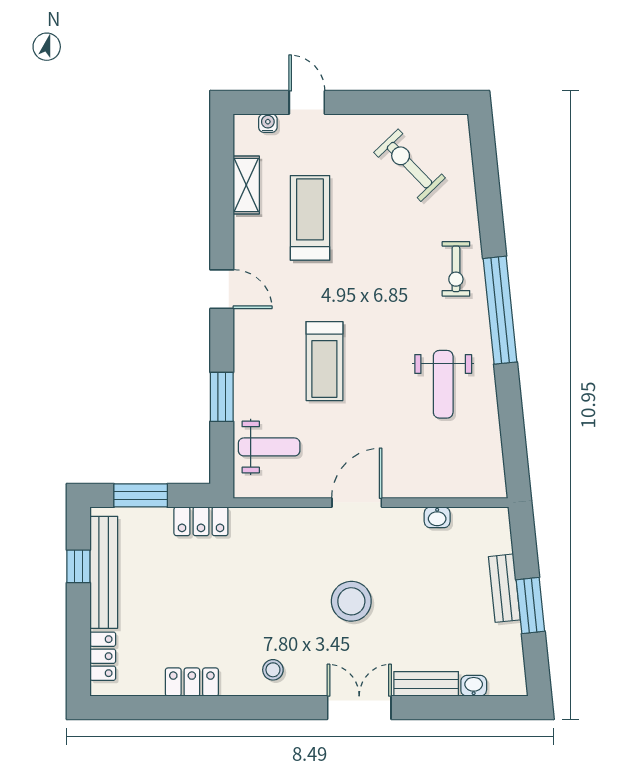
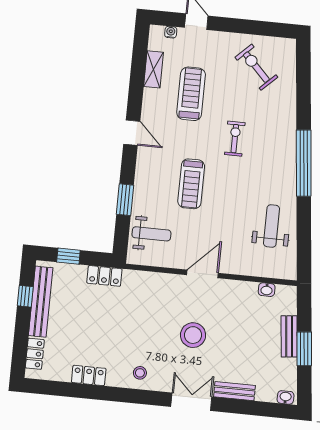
exercise bike: (456, 269) -> (235, 139), moved, turned 180
weight bench: (443, 384) -> (272, 226), moved, turned 180
window: (141, 495) -> (68, 256), width x0.67
washbasin: (437, 517) -> (267, 290), moved
washbasin: (474, 686) -> (286, 397), moved

